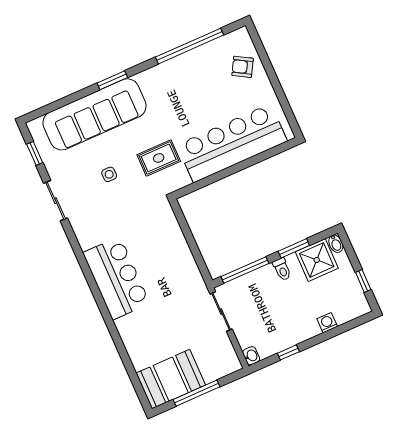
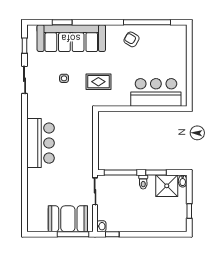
armchair: (243, 67) -> (132, 39), moved
window: (112, 80) -> (62, 22), moved
bar counter: (232, 143) -> (156, 92), width x0.73
washing machine: (327, 323) -> (156, 227), removed
window: (288, 352) -> (112, 234), moved
booth: (171, 379) -> (68, 219), moved
window: (196, 393) -> (73, 234), moved

